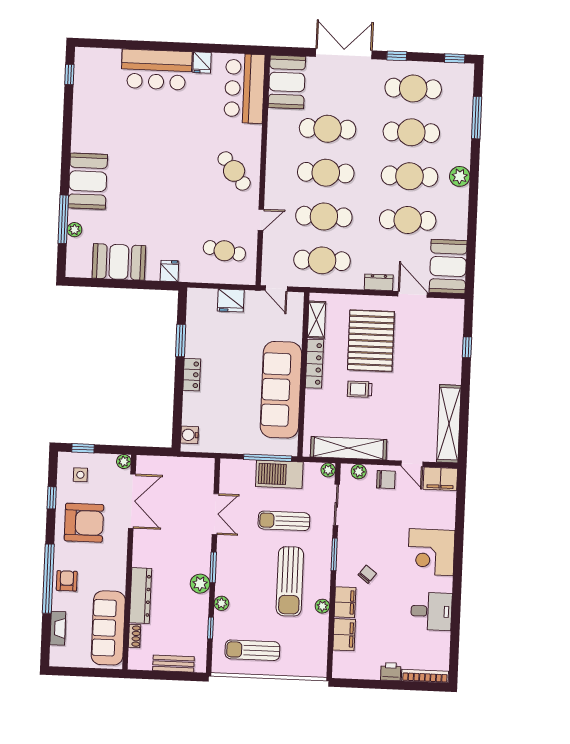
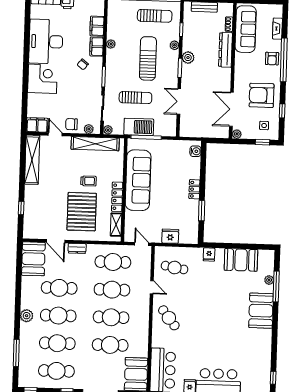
door: (261, 220) -> (152, 287), swing flipped
sun lounger: (290, 581) -> (148, 58), moved
desk: (431, 611) -> (46, 41), width x1.87, depth x1.30

